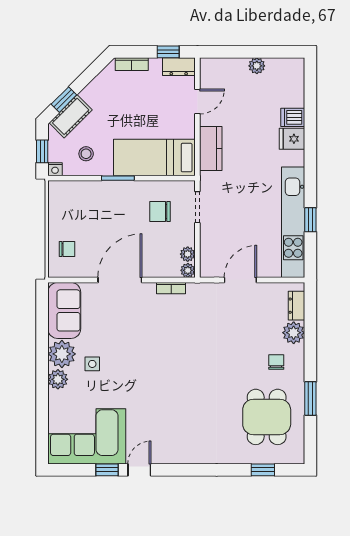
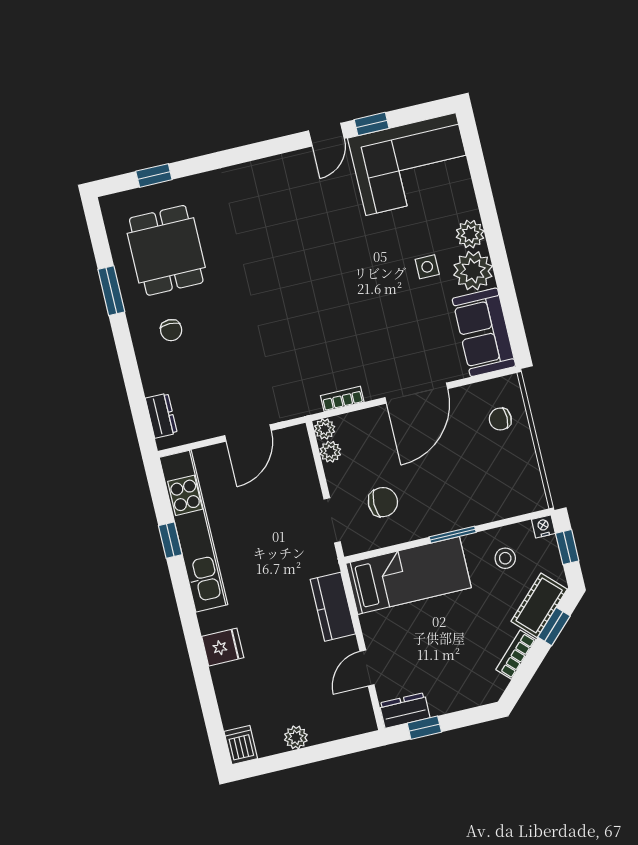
bookcase: (132, 64) -> (516, 655), moved, turned -45
dishwasher: (293, 117) -> (241, 745), moved, turned -90
plant: (294, 333) -> (157, 377), removed

